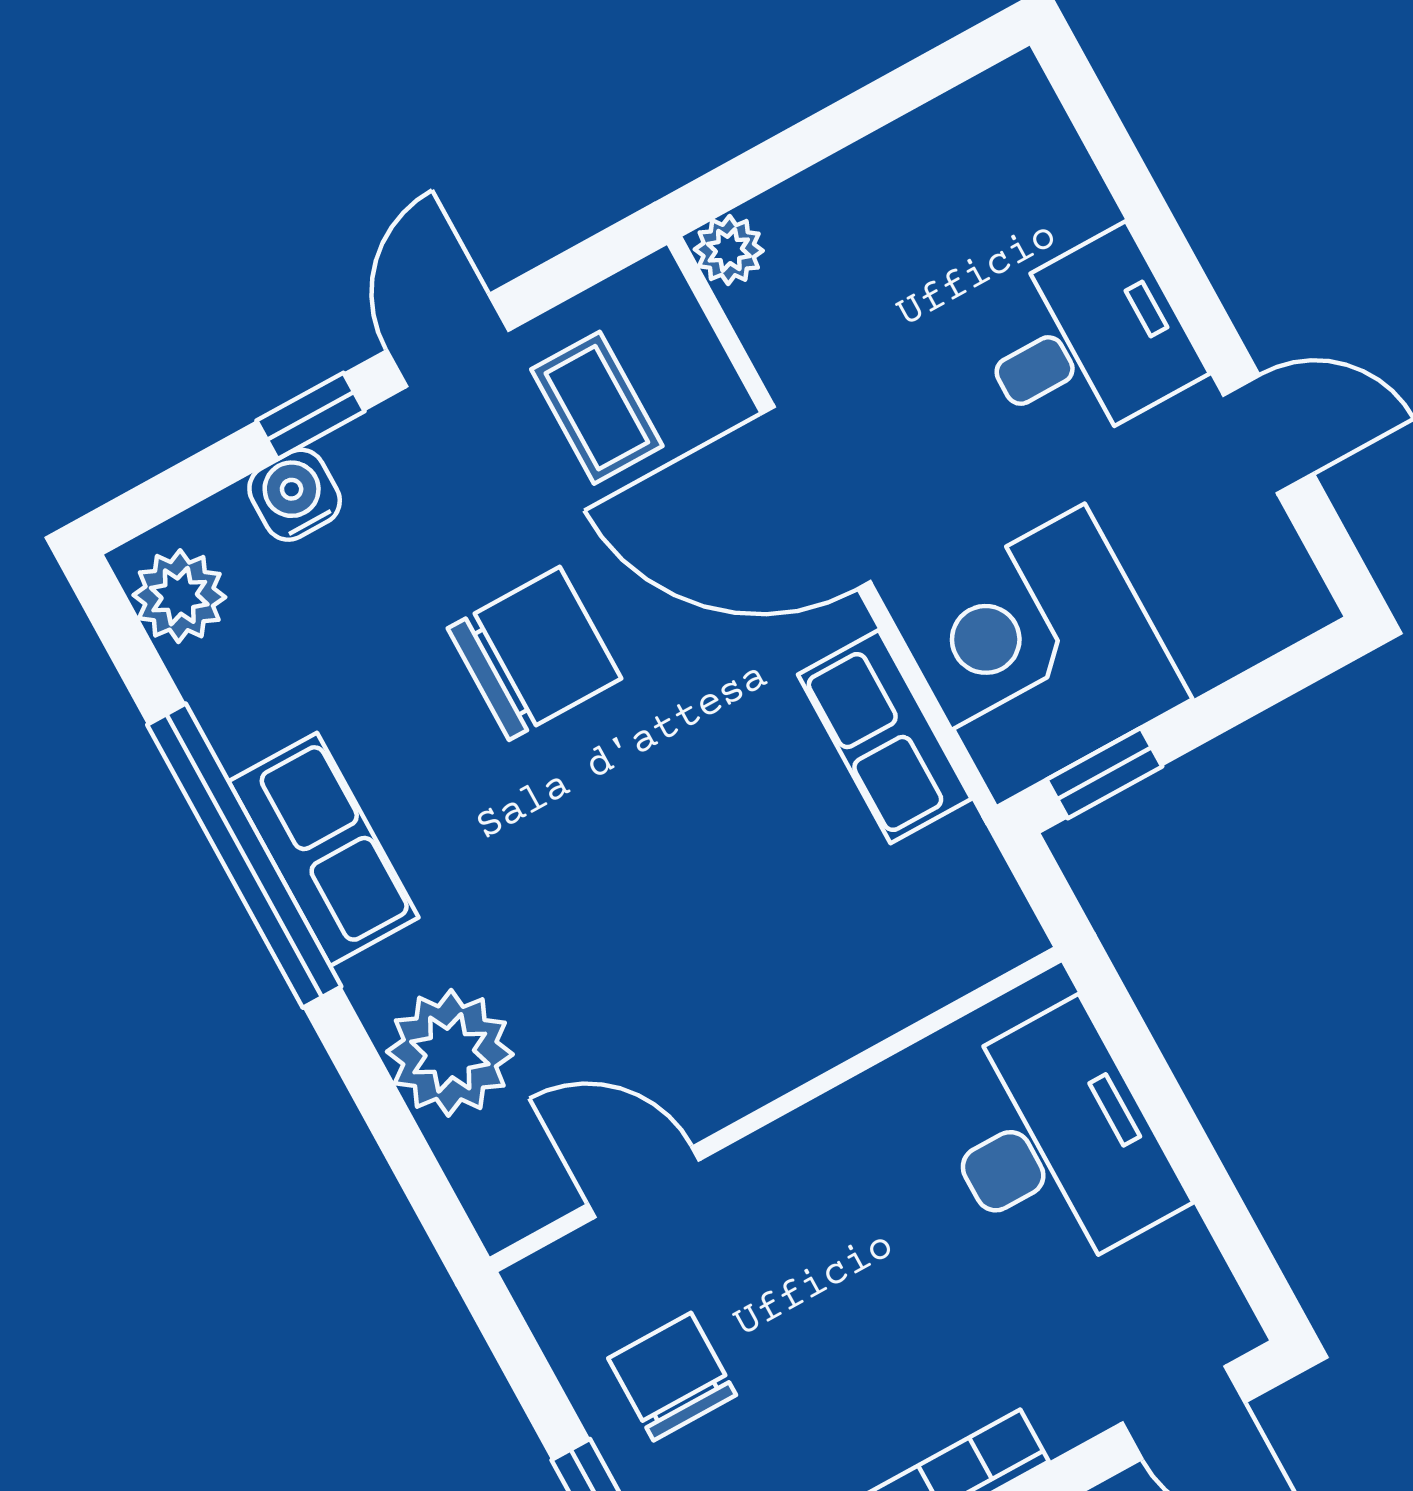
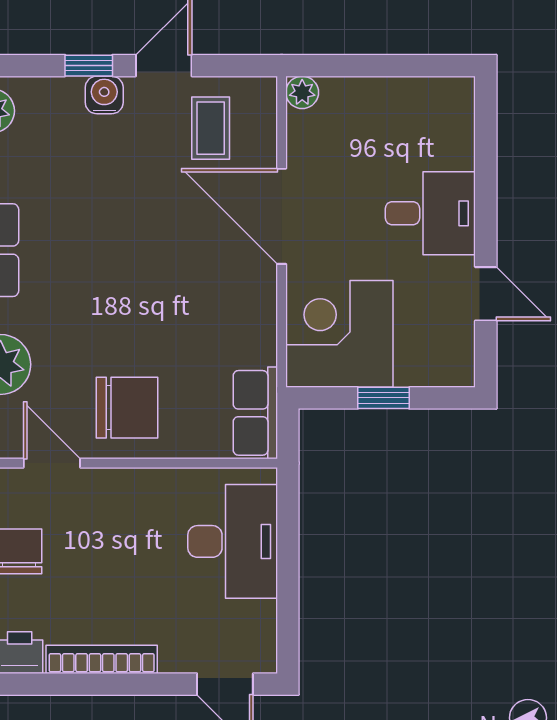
water cooler: (295, 495) -> (104, 95), moved
chair: (534, 653) -> (127, 408), moved
row of seats: (885, 737) -> (255, 413), moved
window: (1104, 773) -> (384, 398), moved

